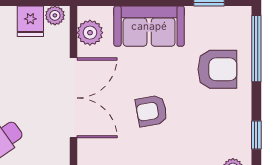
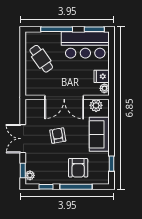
window: (256, 49) -> (76, 187), moved

